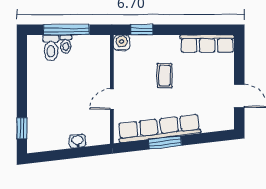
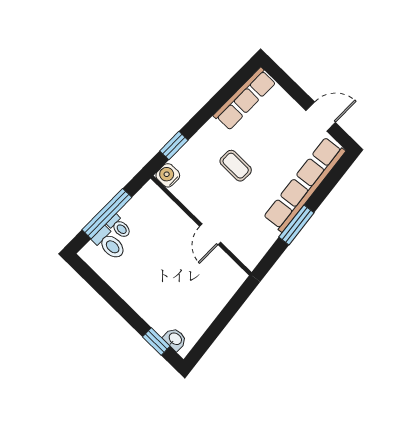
row of seats: (159, 128) -> (304, 184), moved
washbasin: (77, 141) -> (175, 339), moved, turned 97

